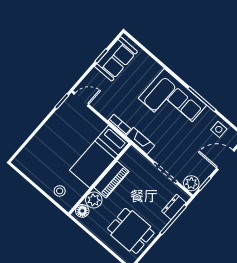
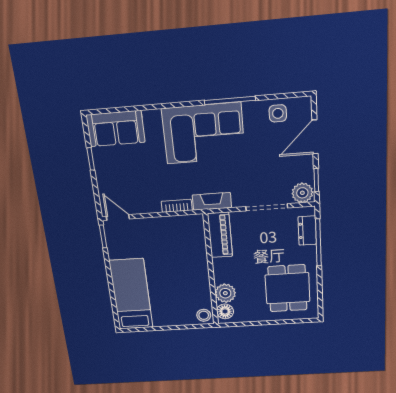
sofa: (116, 59) -> (116, 129), moved, turned 90
door: (81, 99) -> (118, 218), hinge flipped
bed: (99, 157) -> (131, 294), moved, turned 180
piano: (112, 179) -> (220, 235), moved
stool: (60, 191) -> (204, 315), moved
dining table: (131, 231) -> (287, 288), turned 90

